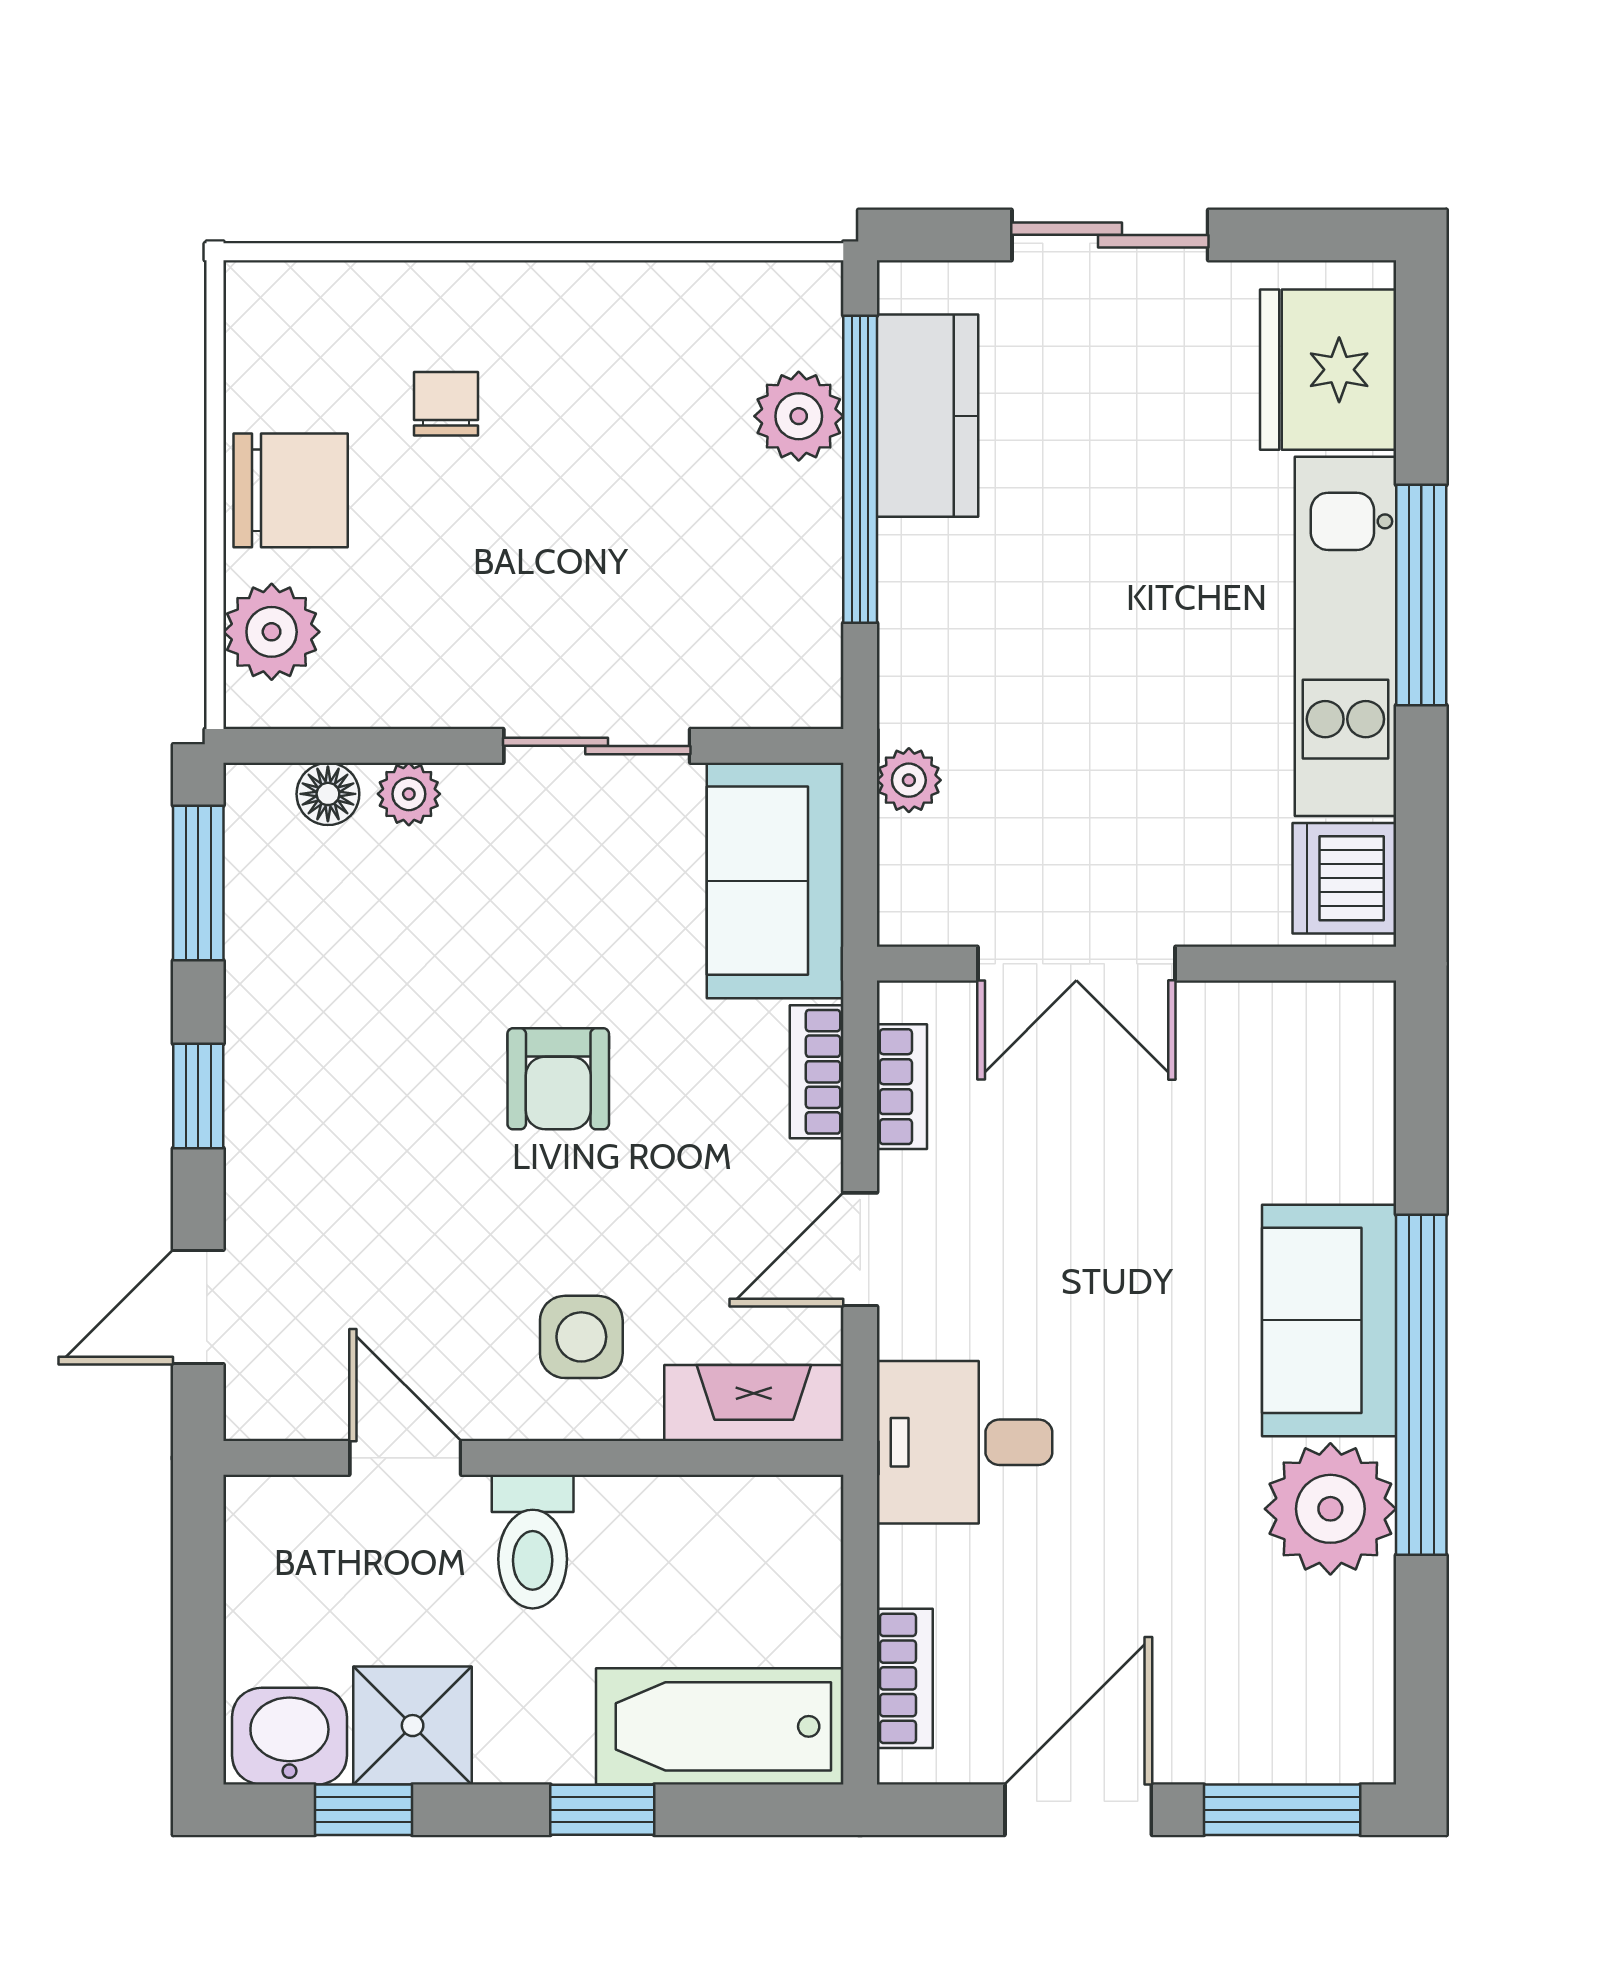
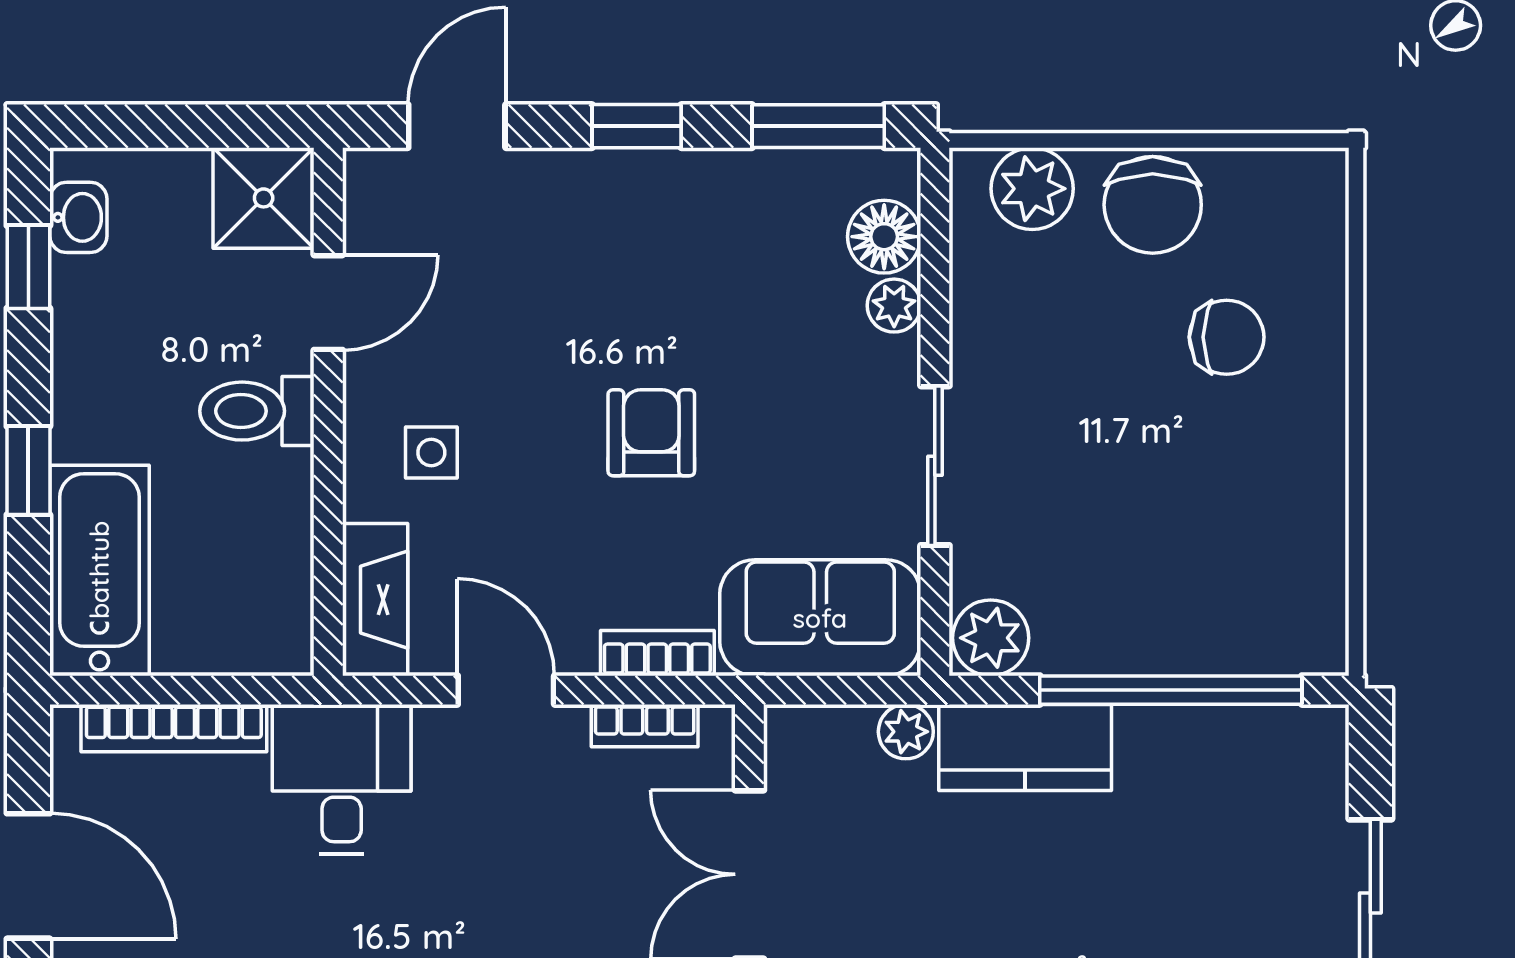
chair: (446, 404) -> (1227, 337), width x1.37, depth x1.37
plant: (799, 416) -> (991, 638), moved
kitchen counter: (927, 416) -> (1025, 747), moved
floor lamp: (328, 794) -> (884, 237), width x1.37, depth x1.37
armchair: (558, 1079) -> (651, 433), turned 90
door: (198, 1307) -> (457, 126), hinge flipped
side table: (581, 1337) -> (431, 453), width x0.73, depth x0.73
bookcase: (905, 1678) -> (174, 728), width x1.56
shower: (413, 1726) -> (264, 198), moved
washbasin: (289, 1736) -> (78, 217), width x0.72, depth x0.69

